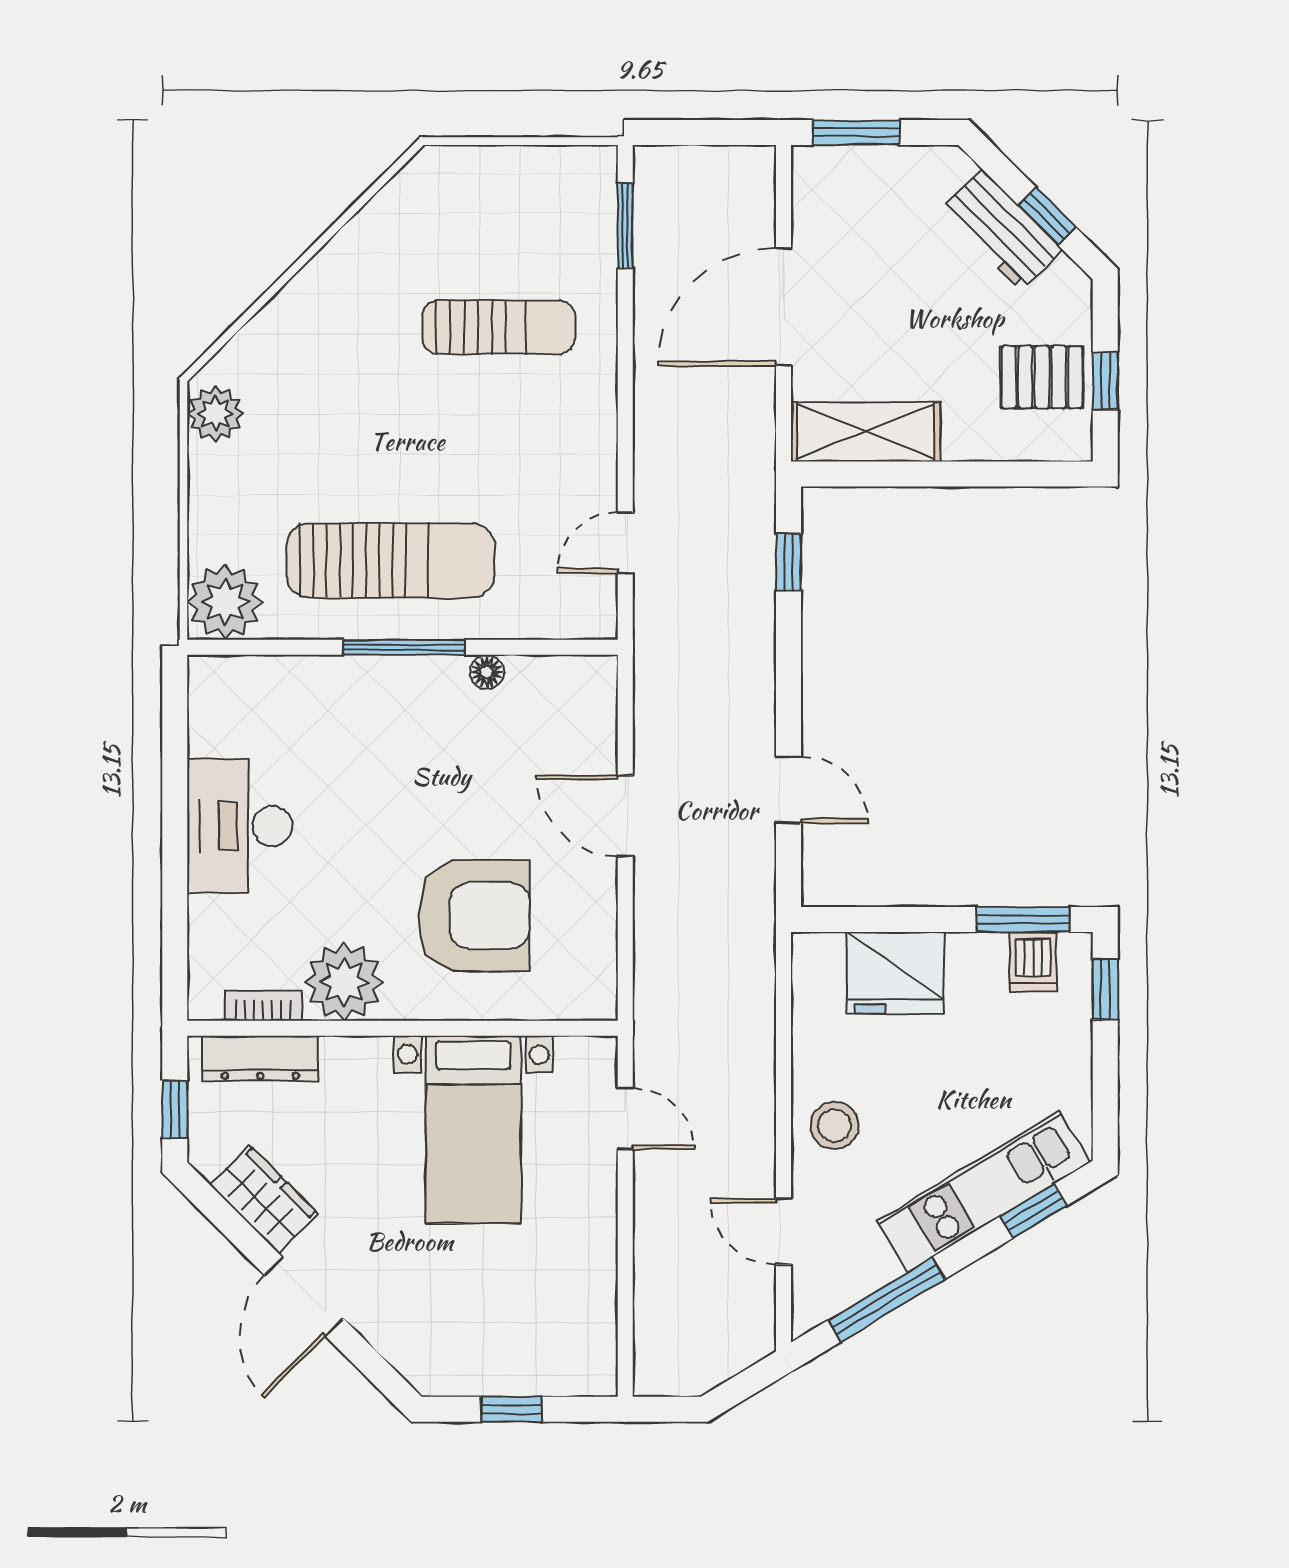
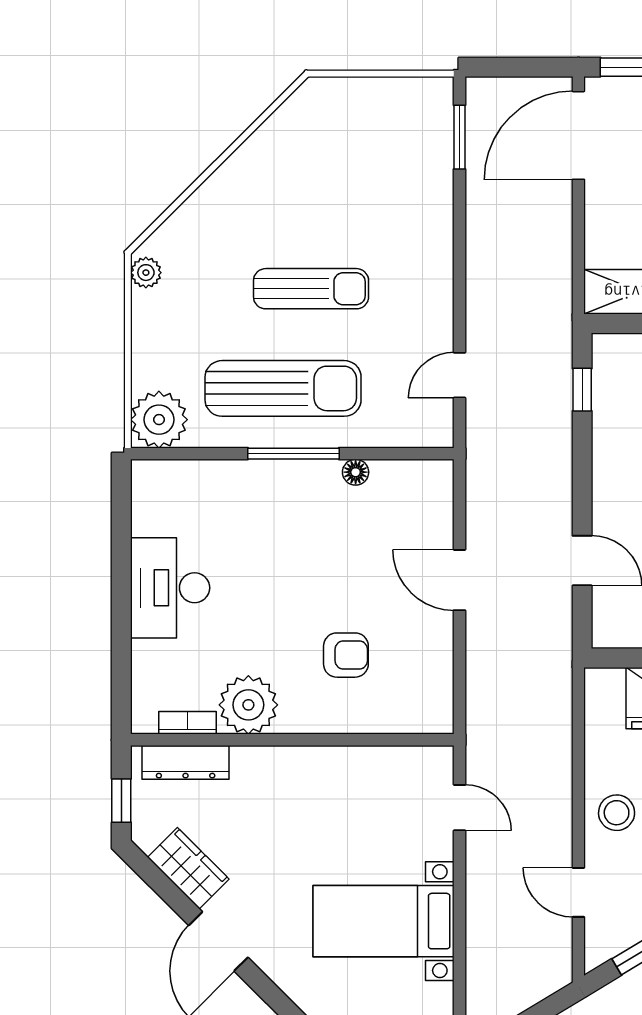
door: (784, 307) -> (578, 135), moved
sun lounger: (498, 327) -> (311, 289), moved
plant: (215, 414) -> (146, 273), width x0.73, depth x0.73
armchair: (474, 915) -> (346, 655), width x0.53, depth x0.53
bed with nightstands: (473, 1130) -> (383, 921), moved, turned 90

